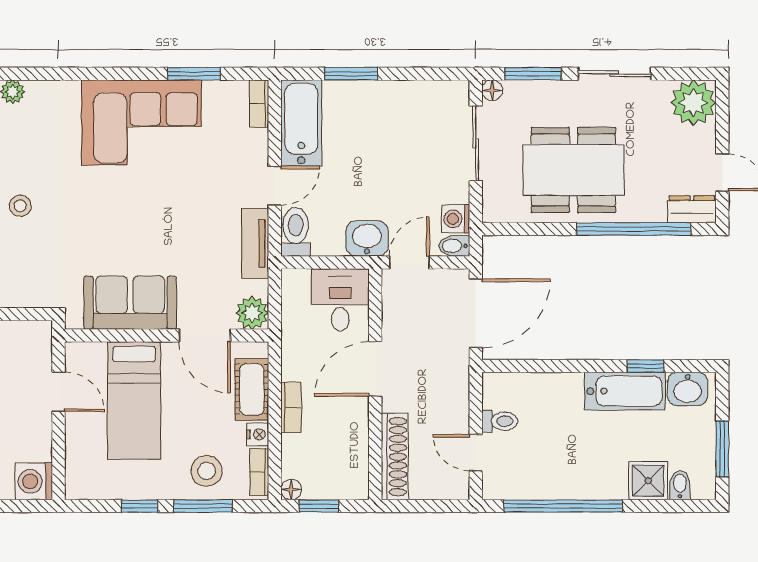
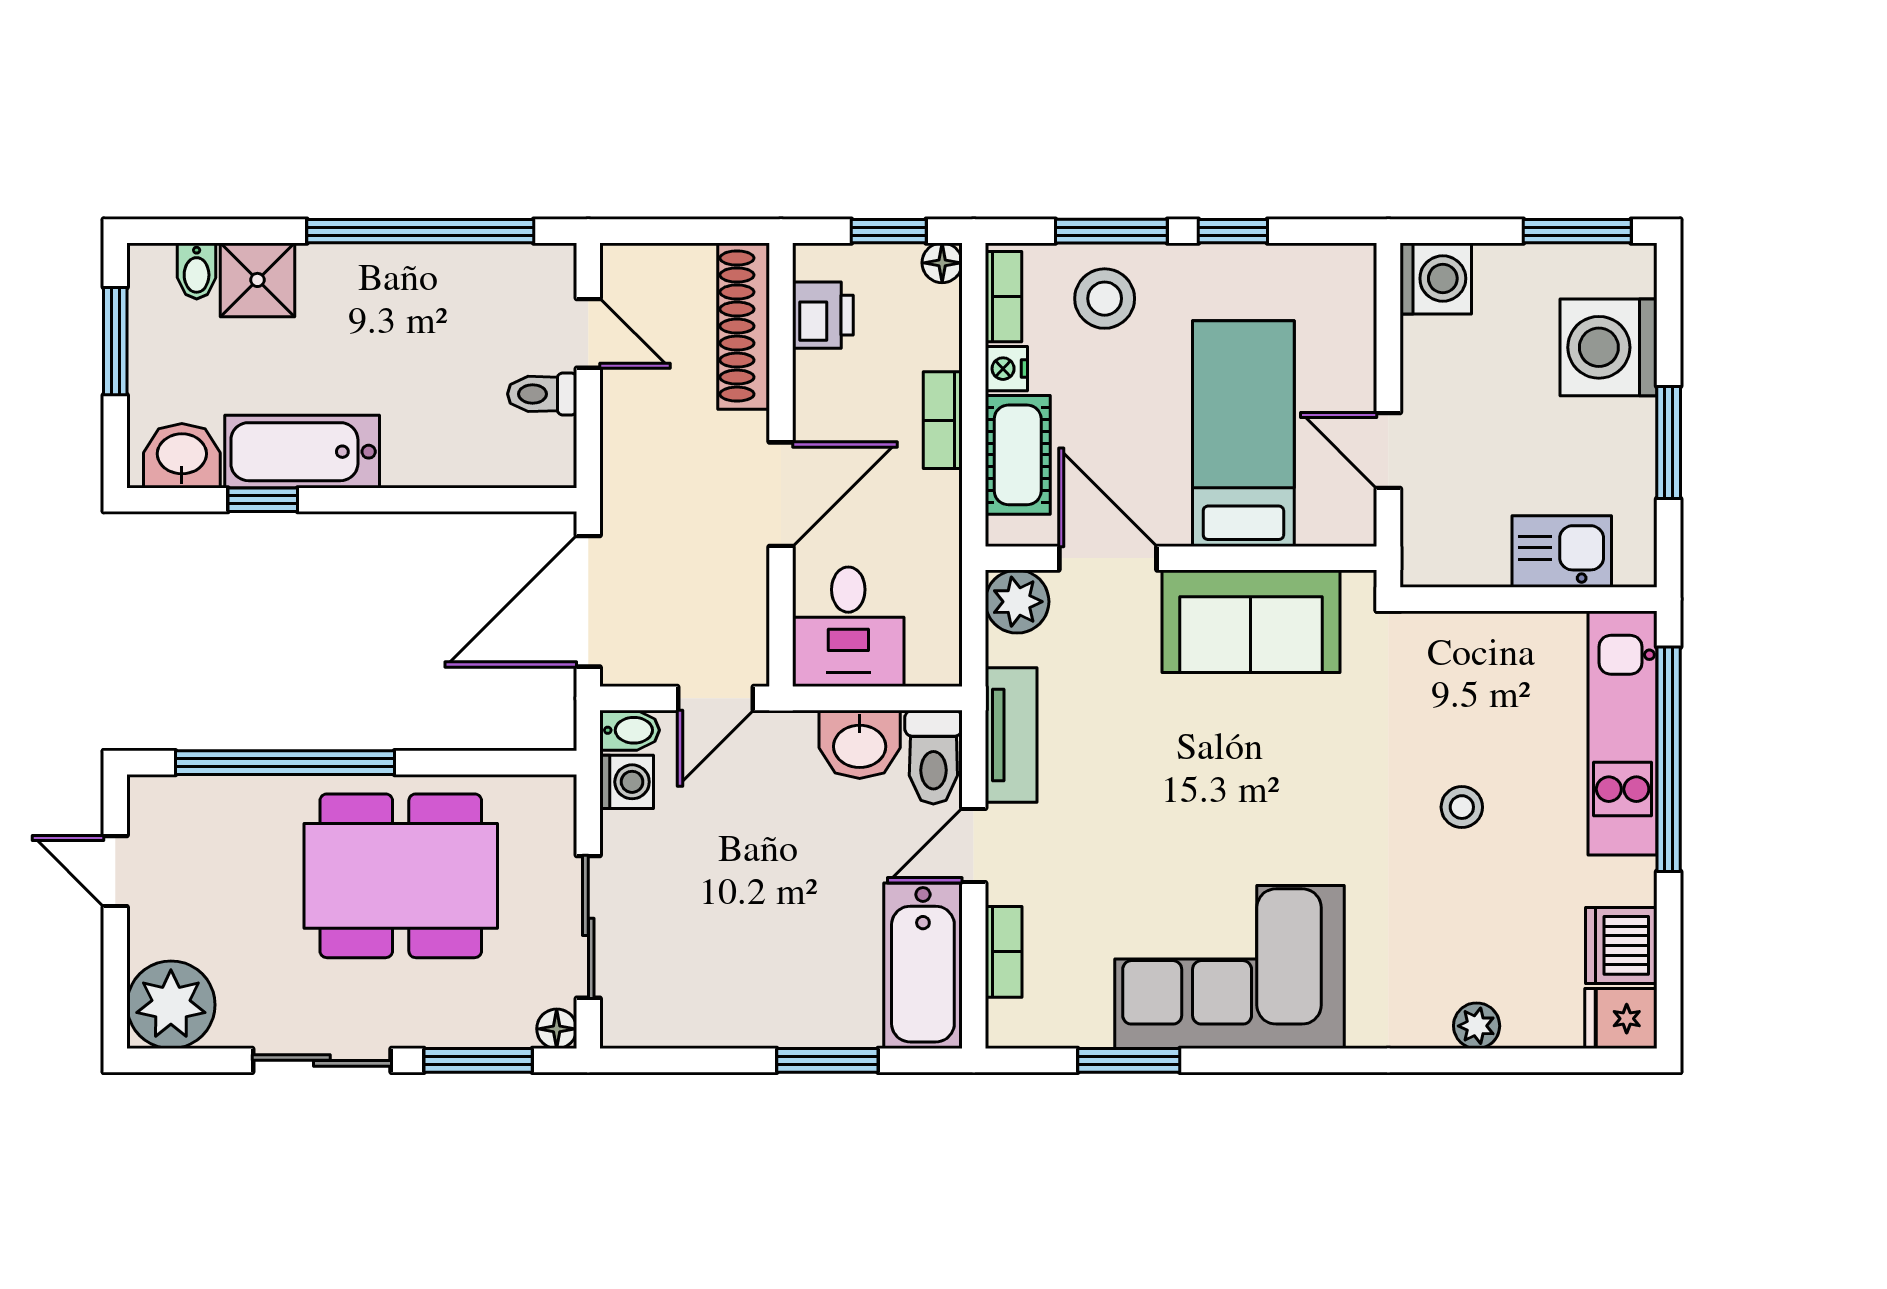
bookcase: (259, 104) -> (1004, 952), moved
dresser: (692, 209) -> (174, 800), removed
washbasin: (367, 238) -> (860, 744), moved
printer: (353, 462) -> (823, 315), added

